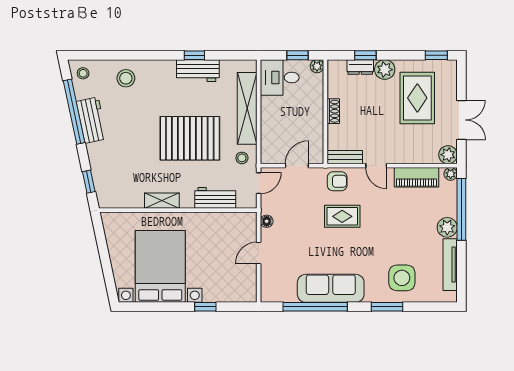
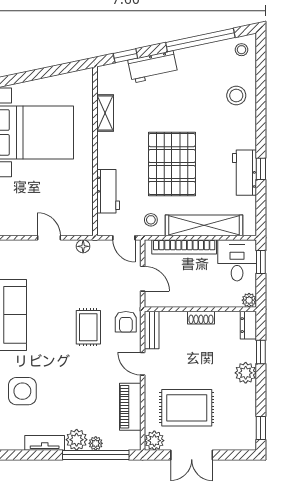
window: (298, 55) -> (261, 262), moved
dresser: (360, 67) -> (248, 325), moved
rug: (417, 98) -> (187, 408), moved
workbench: (92, 120) -> (153, 67), moved
bookcase: (267, 127) -> (184, 247), added
door: (376, 166) -> (143, 364), hinge flipped
plant: (451, 174) -> (96, 443), moved
shelving: (162, 201) -> (105, 113), moved
tv unit: (450, 265) -> (45, 443), width x0.71

